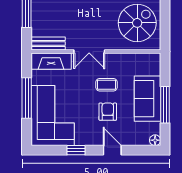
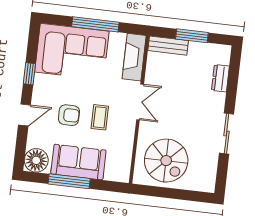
bench: (48, 44) -> (168, 46), moved, turned 90
double door: (89, 51) -> (140, 102), swing flipped
floor lamp: (155, 140) -> (36, 160), width x1.89, depth x1.89

